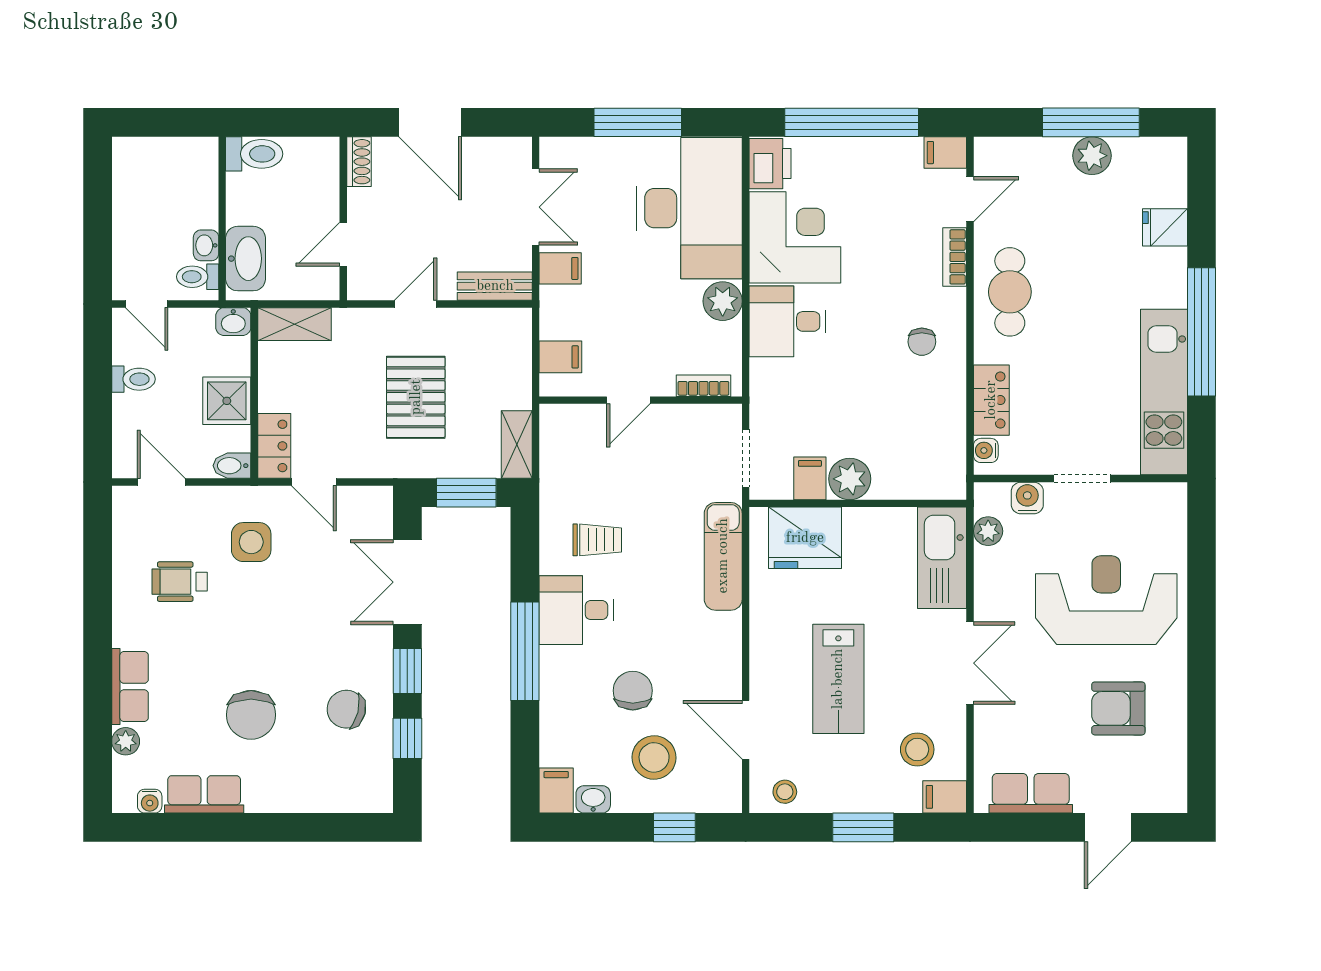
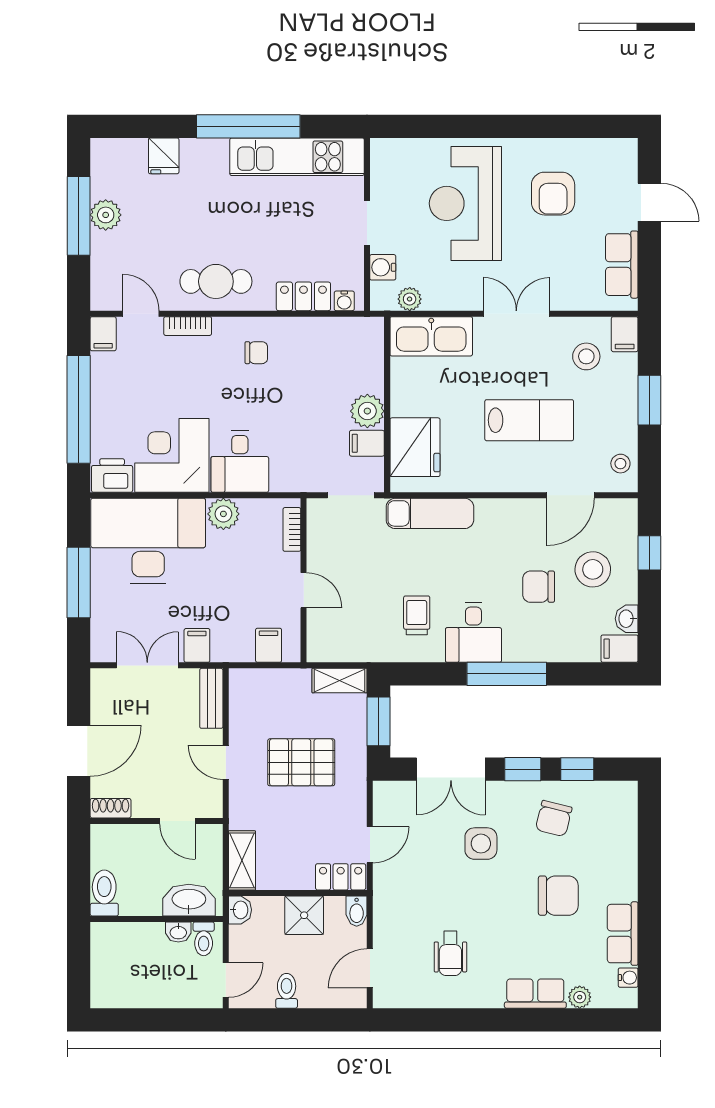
side table: (251, 542) -> (481, 844), moved

